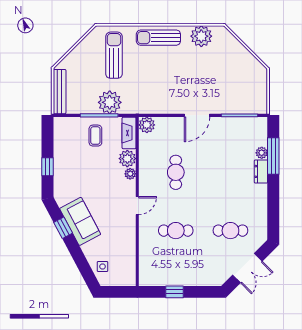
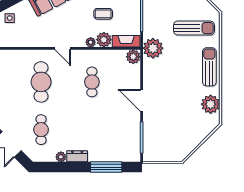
plant: (110, 102) -> (153, 48), moved
coffee table: (95, 136) -> (103, 14), moved
plant: (262, 153) -> (61, 157), moved
dresser: (261, 171) -> (77, 156), moved
cafe table: (176, 172) -> (92, 82), turned 90
cafe table: (176, 231) -> (41, 82), width x1.37, depth x1.35

